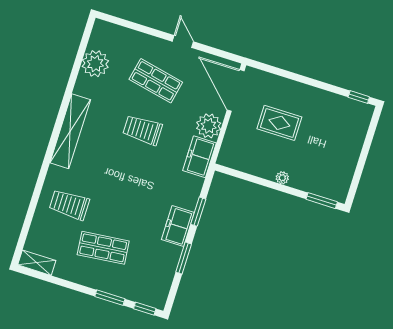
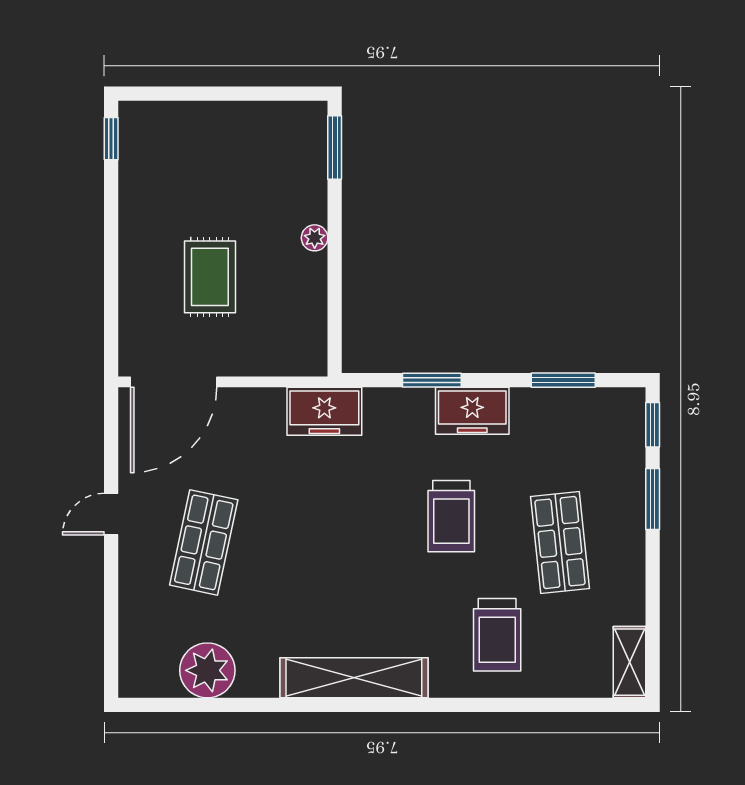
plant: (209, 126) -> (259, 413), removed
trolley: (143, 130) -> (451, 516), moved
window: (184, 258) -> (563, 380), moved

